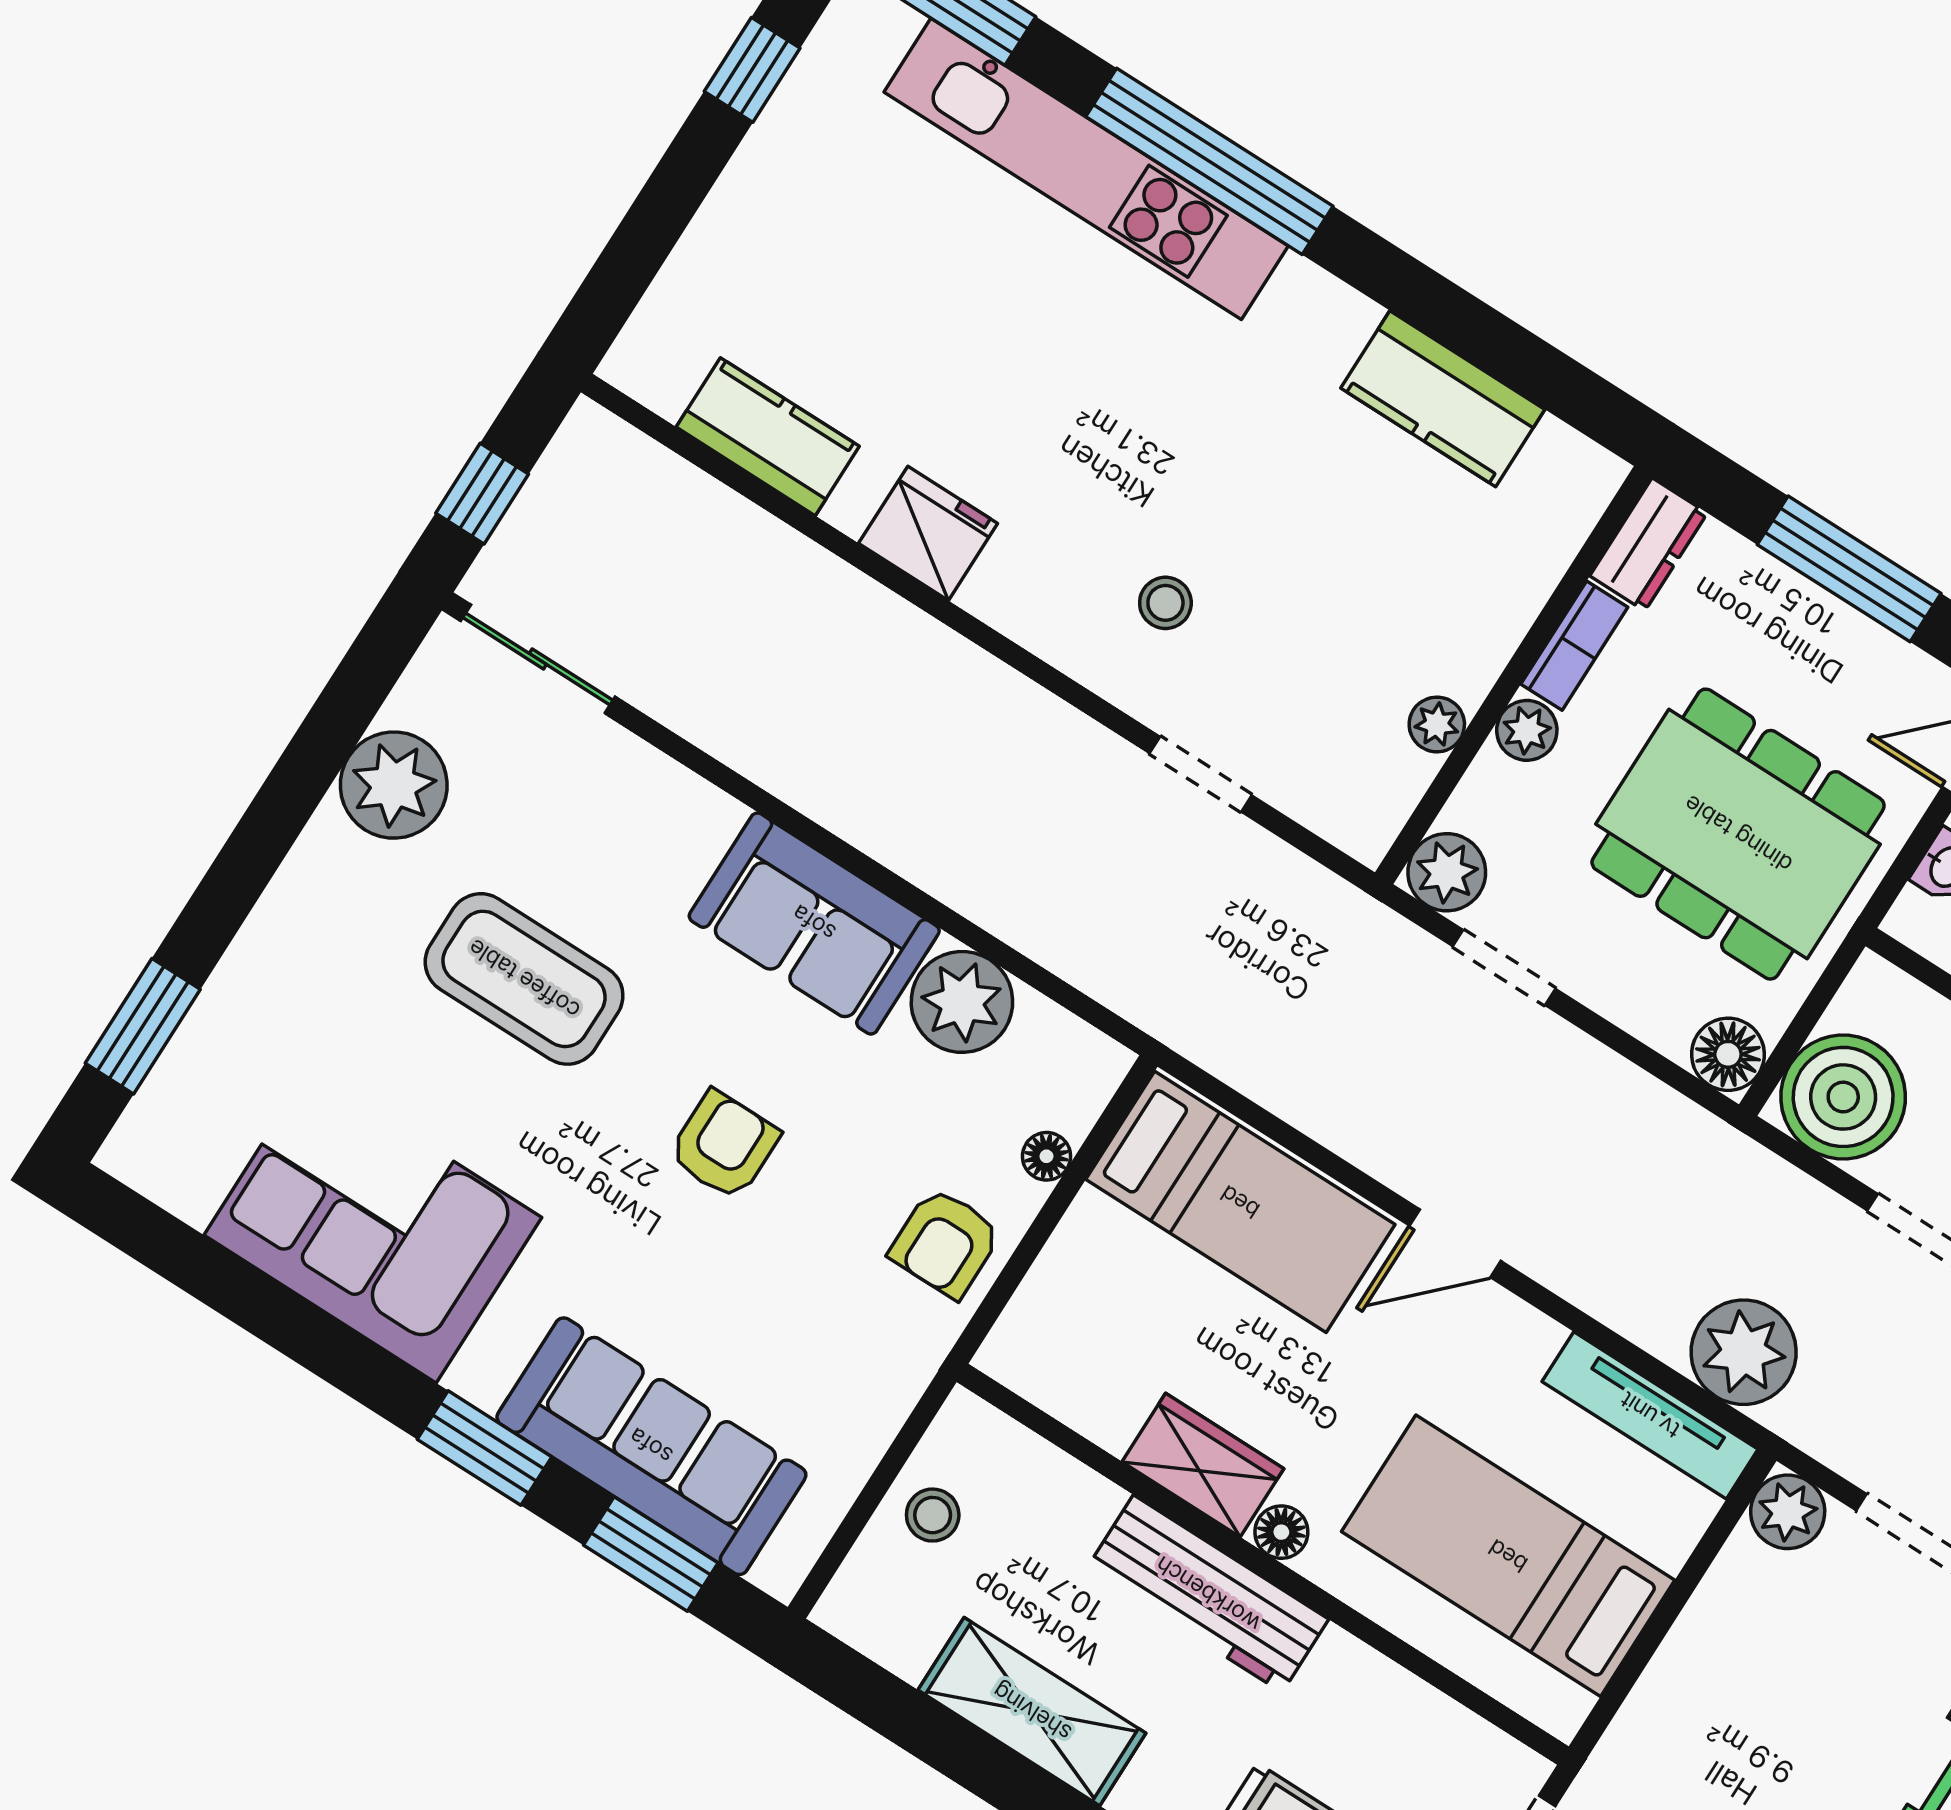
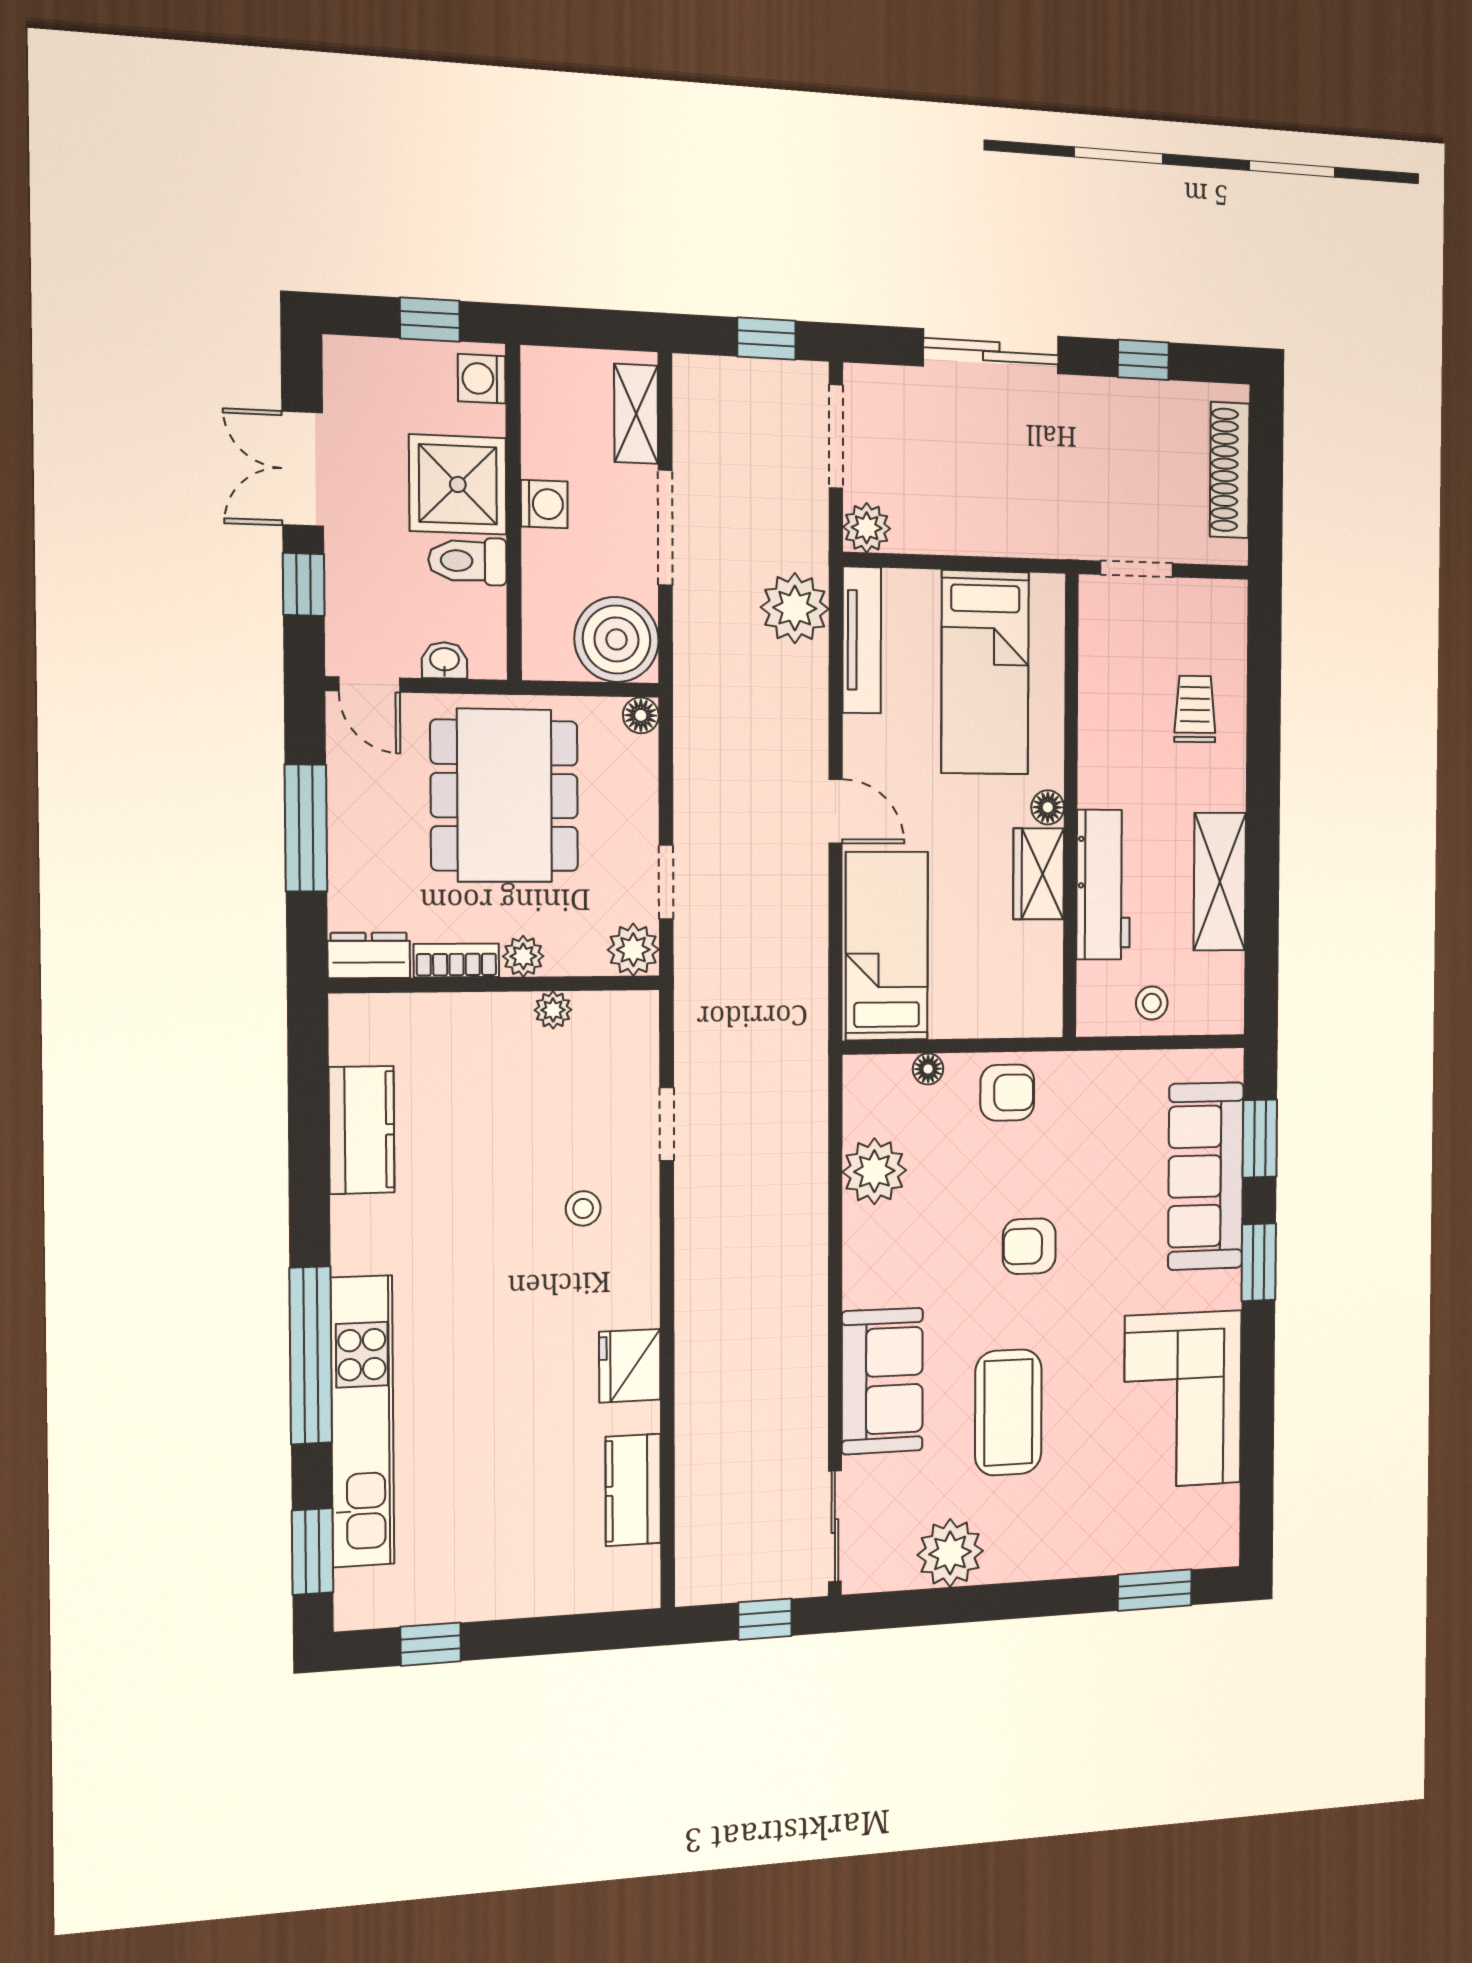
sofa: (814, 923) -> (882, 1381), moved
floor lamp: (1728, 1054) -> (641, 715), width x0.73, depth x0.73
workbench: (1208, 1594) -> (1103, 885), moved

